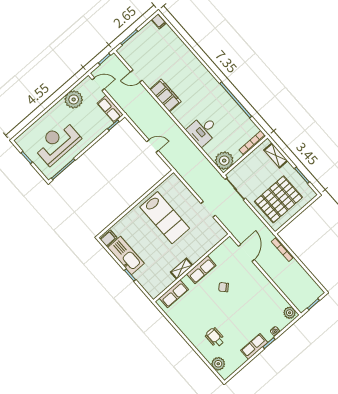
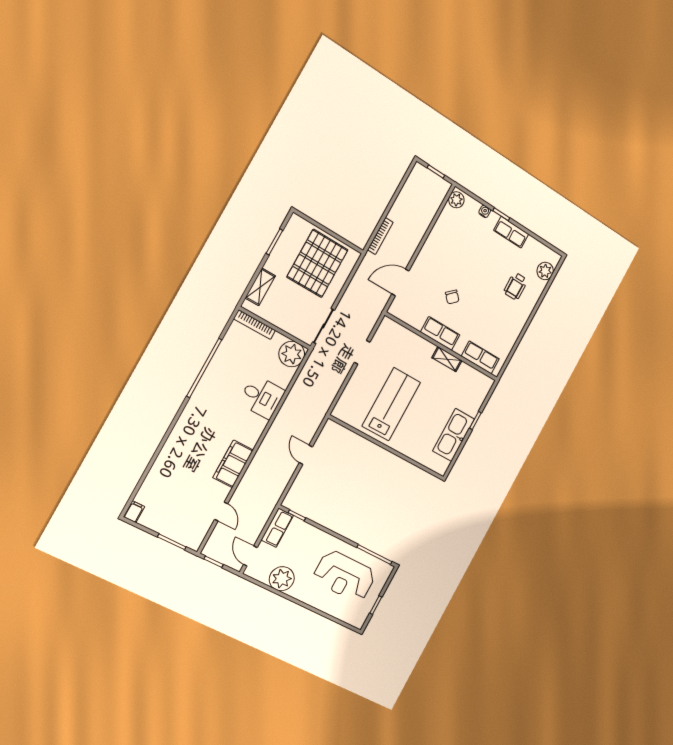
pallet: (278, 199) -> (317, 263), turned 90
filing cabinet: (108, 238) -> (440, 465), removed

